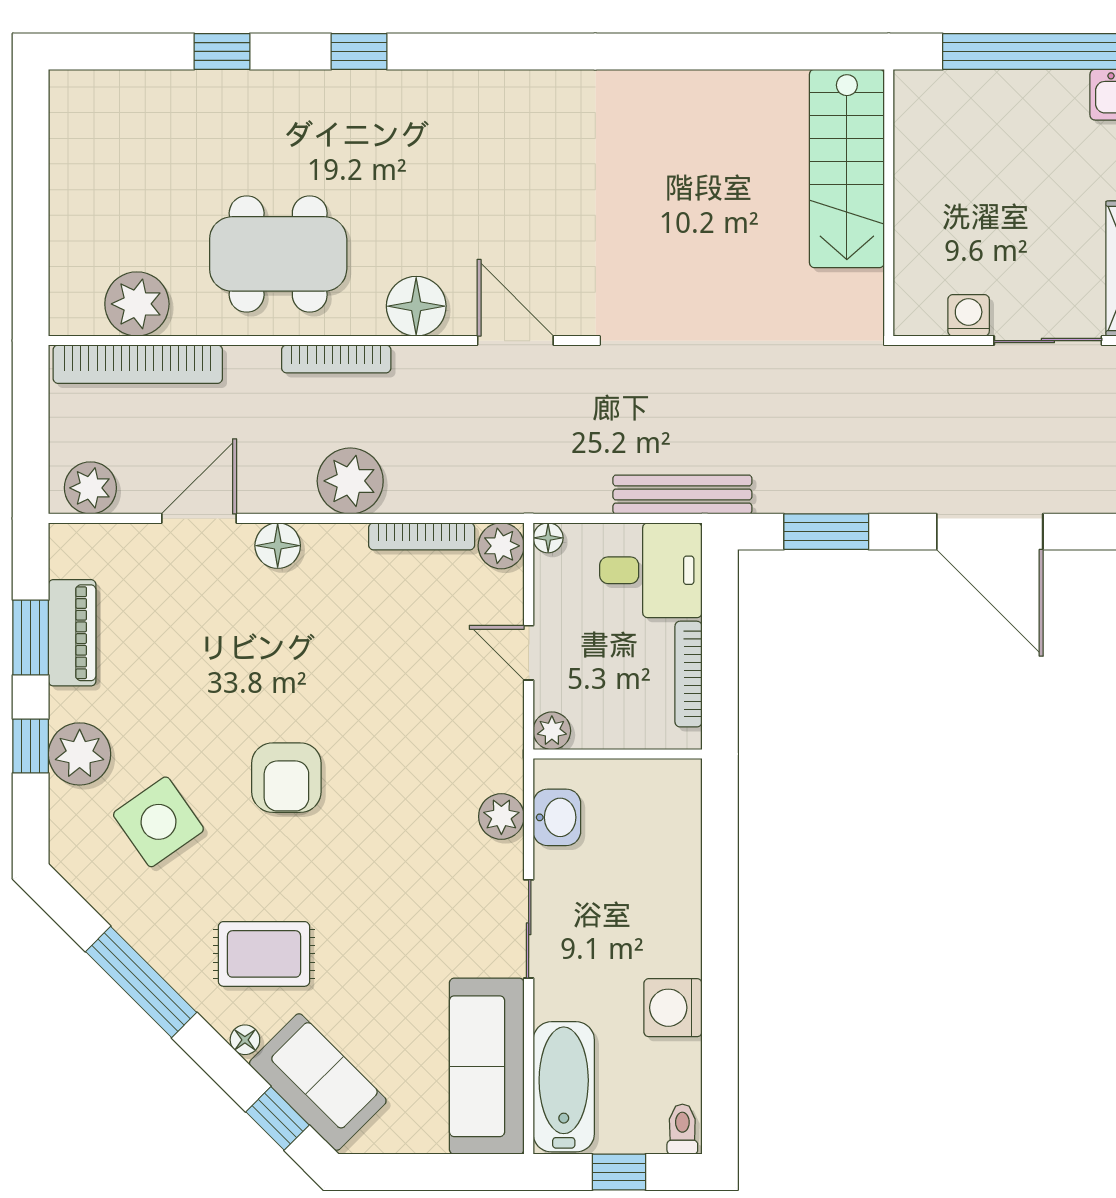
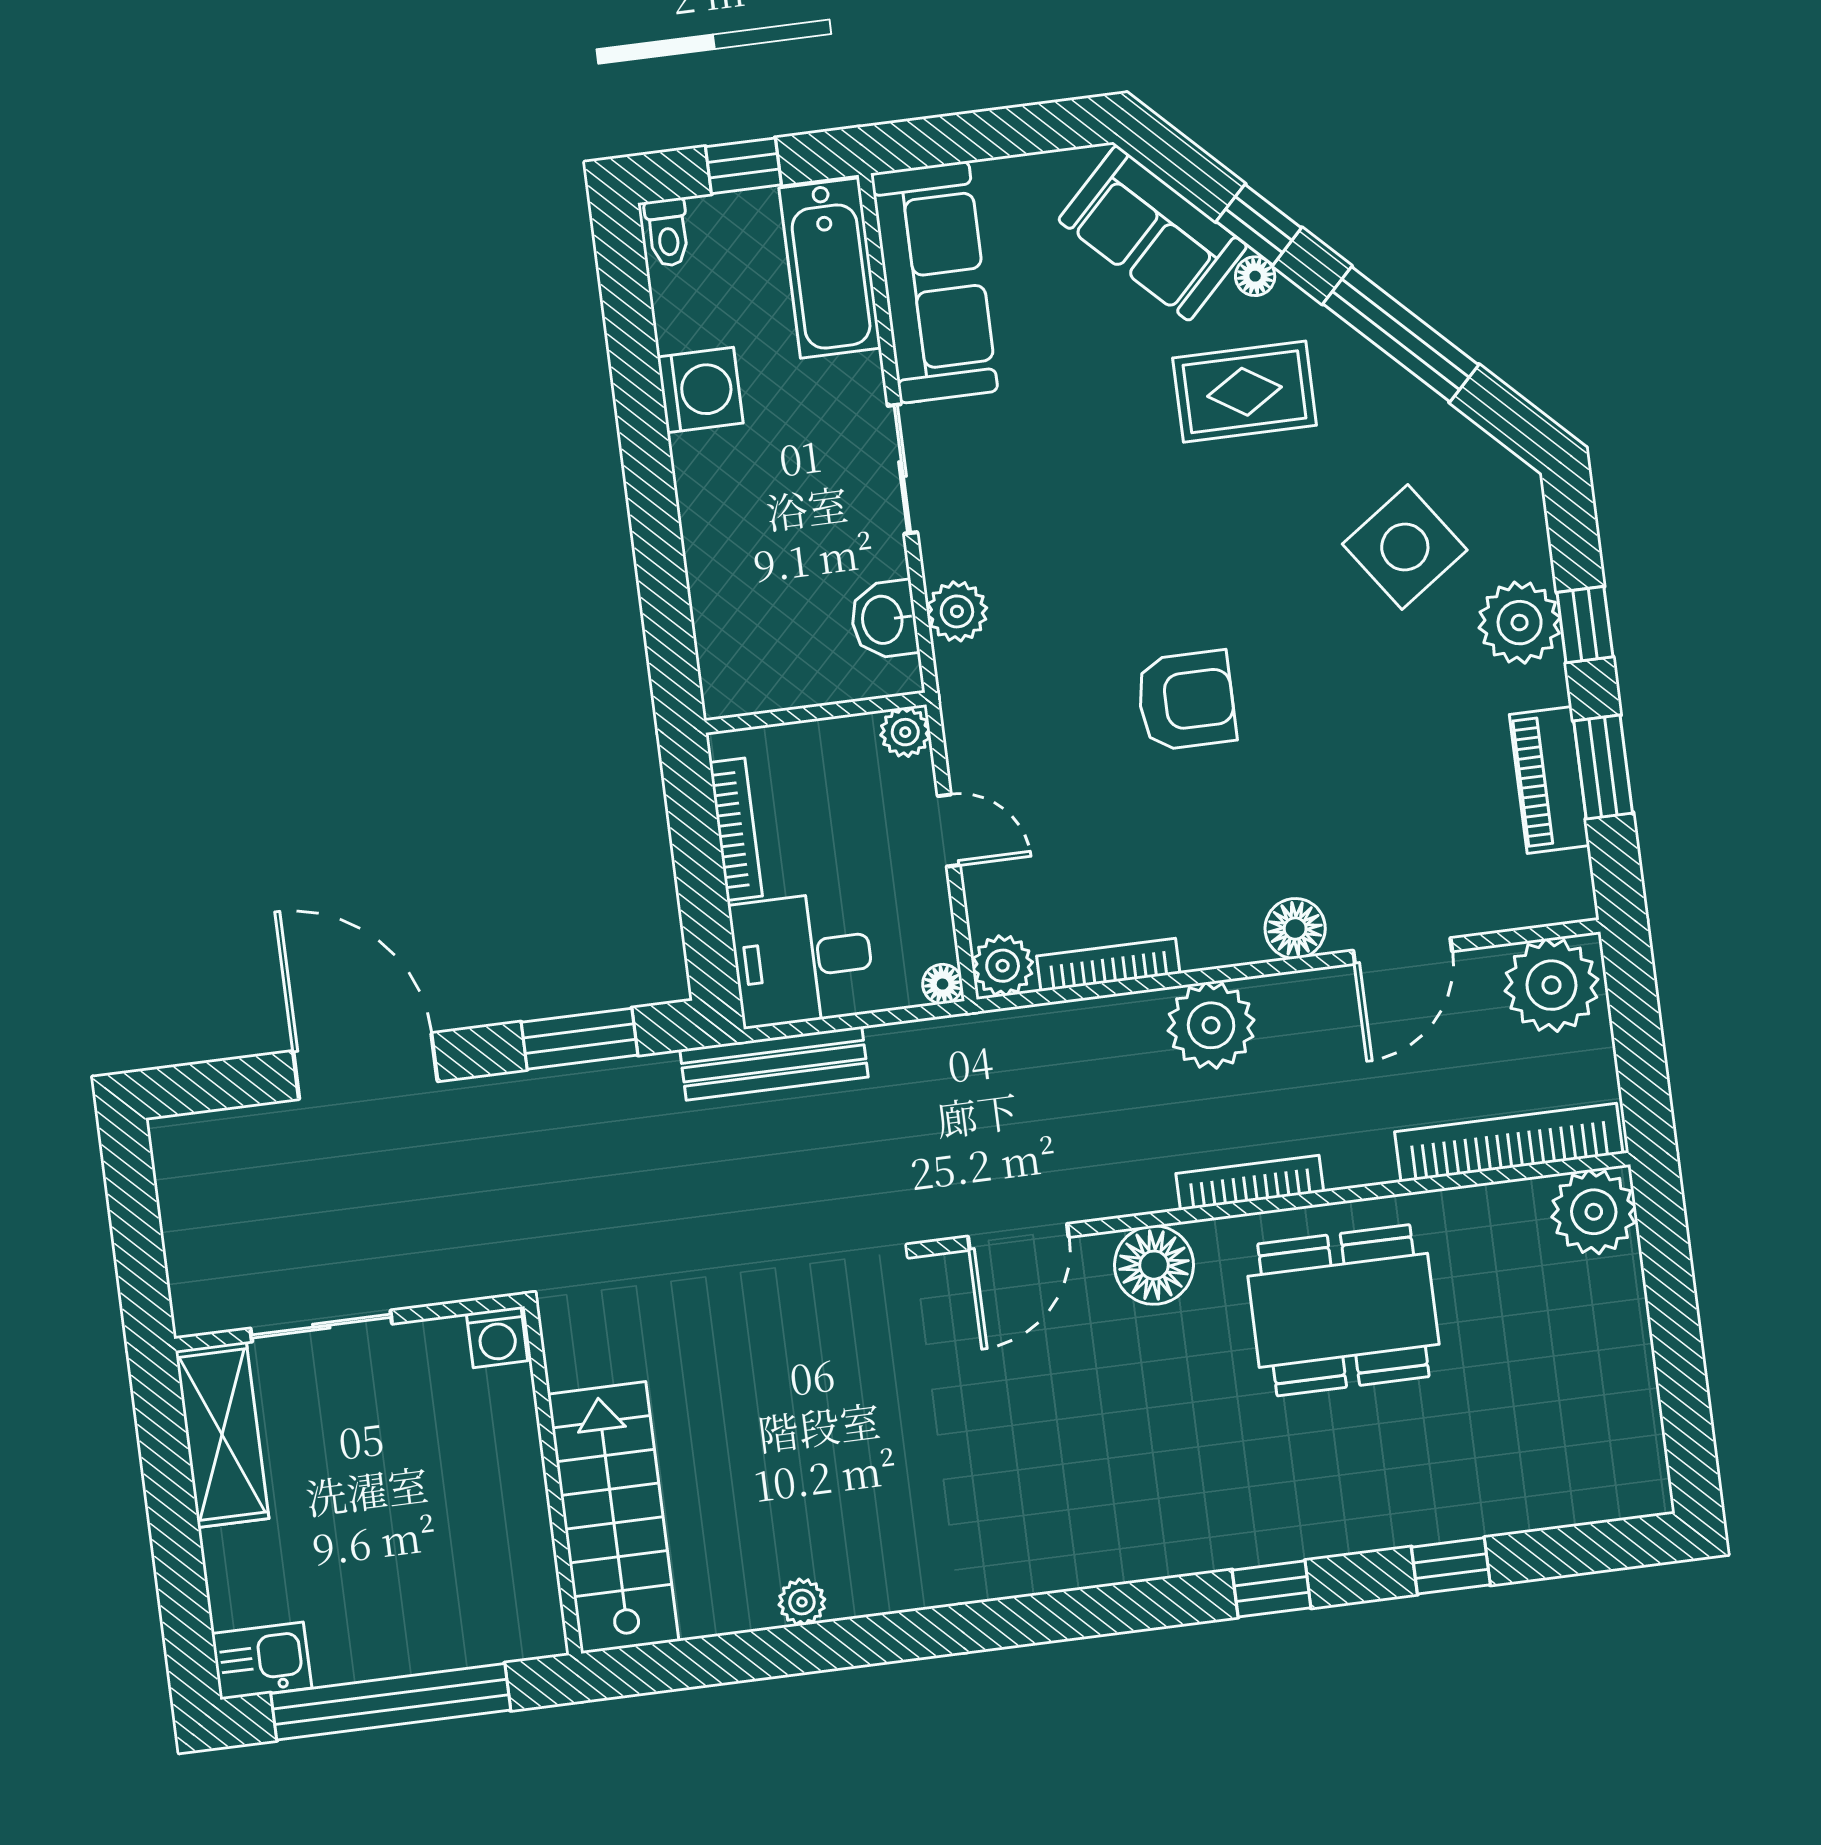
plant: (713, 87) -> (802, 1602), added
plant: (137, 304) -> (1594, 1212), moved
washing machine: (969, 315) -> (497, 1337), moved
door: (515, 341) -> (1018, 1237), hinge flipped
plant: (90, 488) -> (1552, 985), width x1.36, depth x1.36
armchair: (286, 778) -> (1186, 700), moved, turned 90
window: (278, 1118) -> (1259, 225), moved

